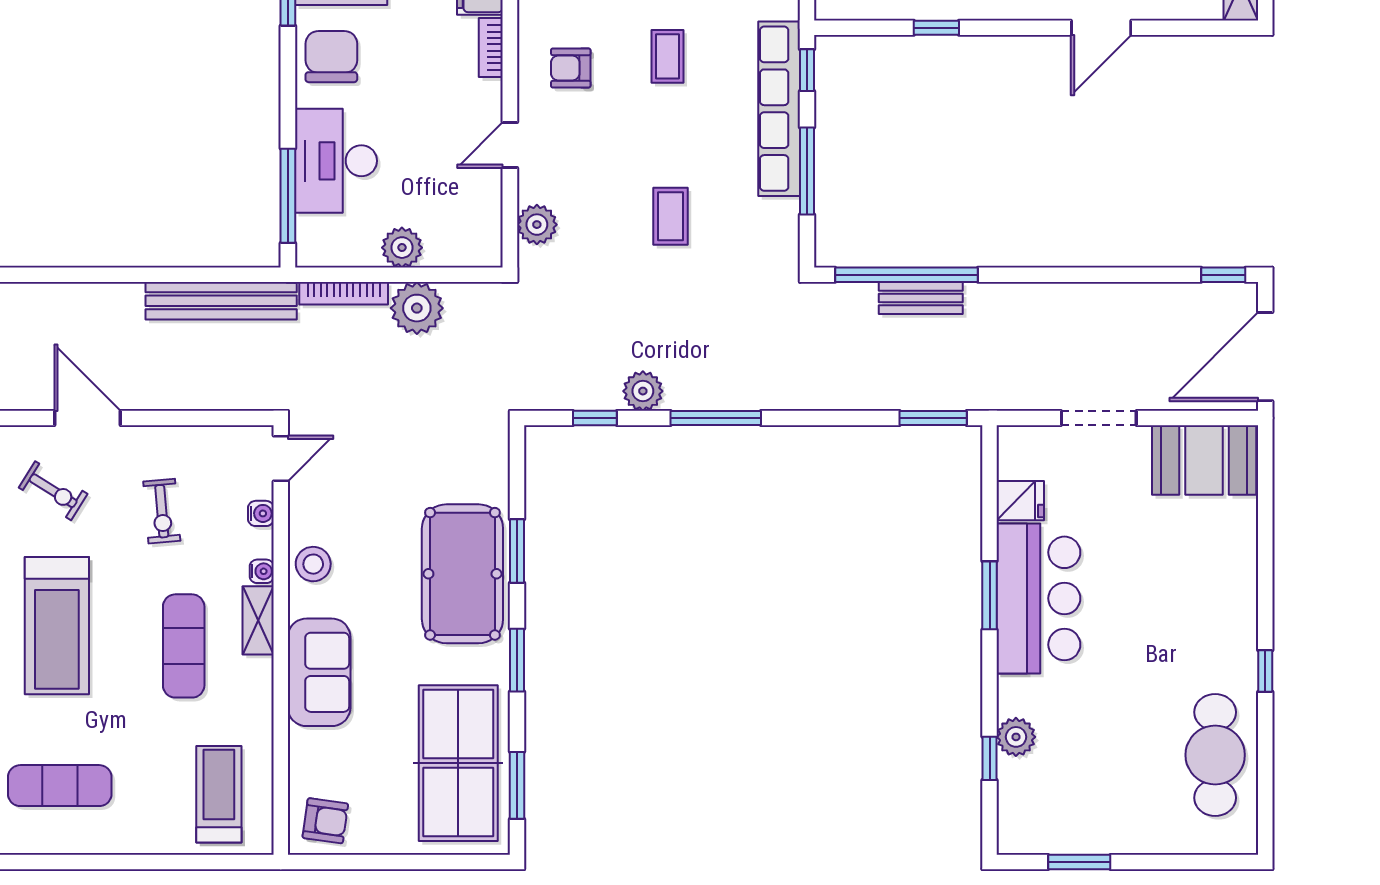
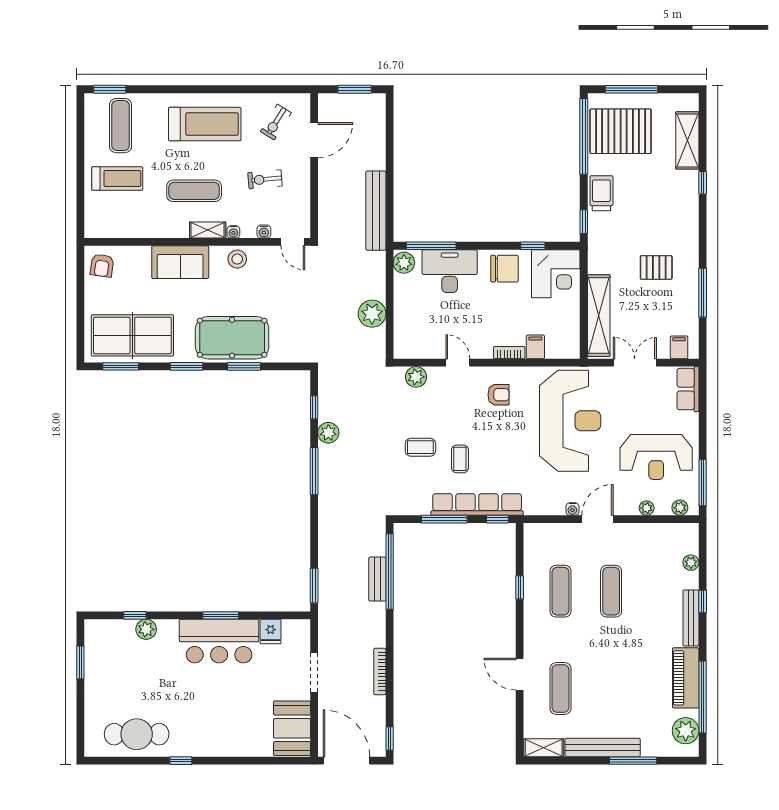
coffee table: (667, 56) -> (460, 459), moved, turned 90
armchair: (571, 68) -> (498, 395), turned 90
plant: (402, 248) -> (404, 263), moved
bookcase: (344, 293) -> (380, 671), moved
treadmill: (57, 626) -> (205, 124), turned 180
treadmill: (219, 794) -> (117, 179), moved

